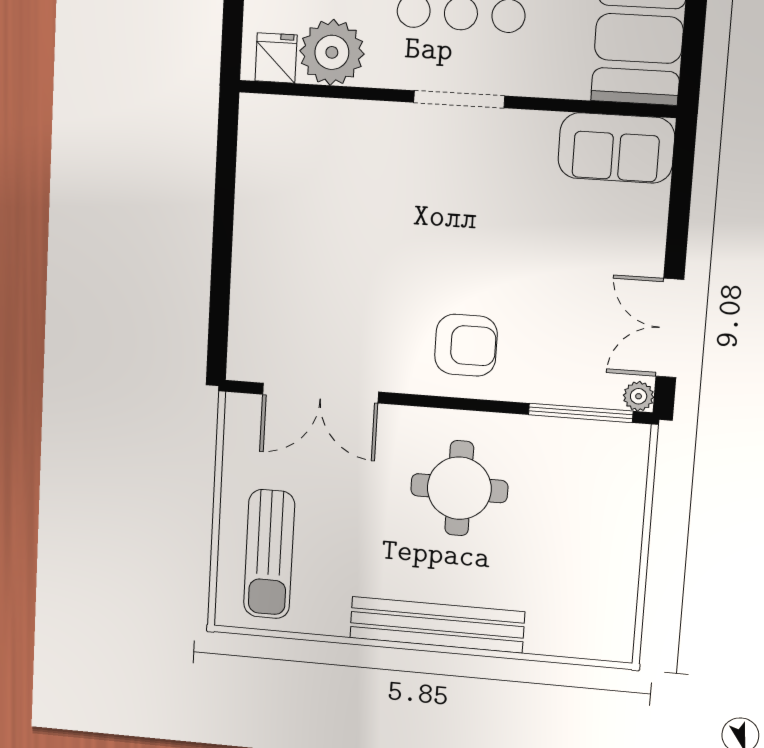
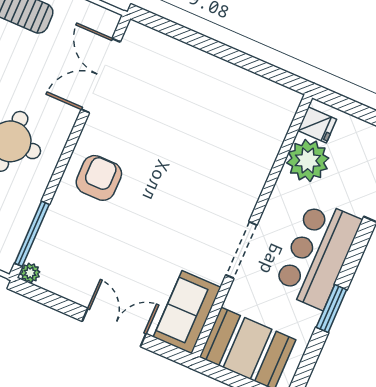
doorway: (459, 99) -> (241, 250), moved
double door: (670, 328) -> (114, 327), moved
armchair: (466, 345) -> (99, 178), turned 180

